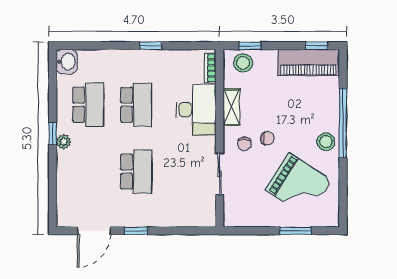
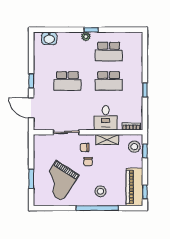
washbasin: (67, 62) -> (49, 38), moved
desk: (196, 110) -> (106, 118), width x0.73
stool: (326, 142) -> (100, 191), moved
door: (94, 231) -> (31, 108), moved

